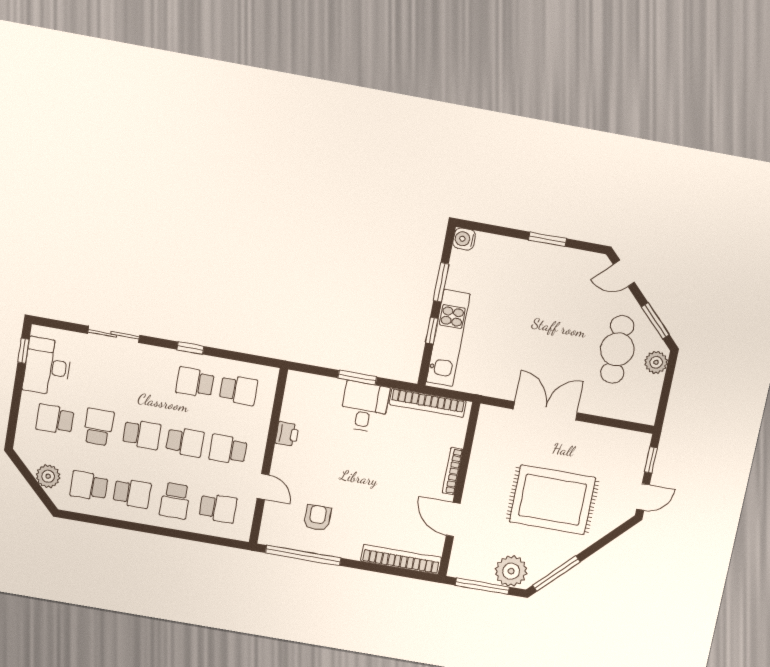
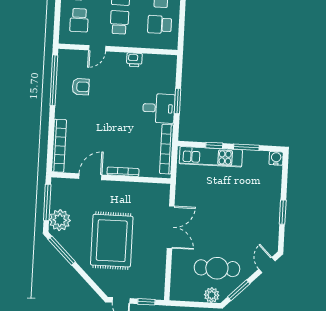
school desk: (238, 390) -> (160, 25), turned 90

